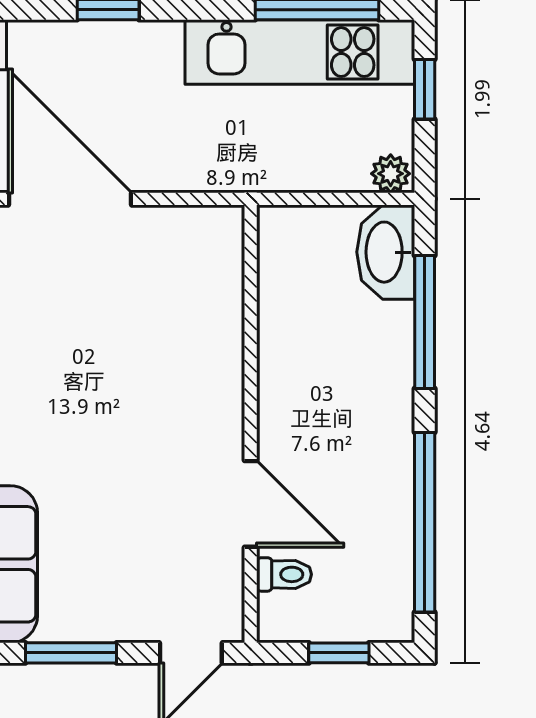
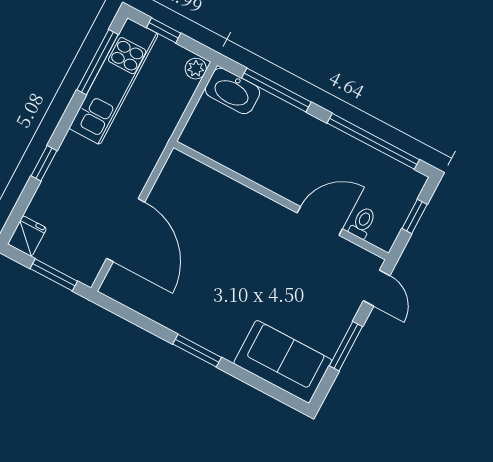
door: (70, 199) -> (126, 230), swing flipped

